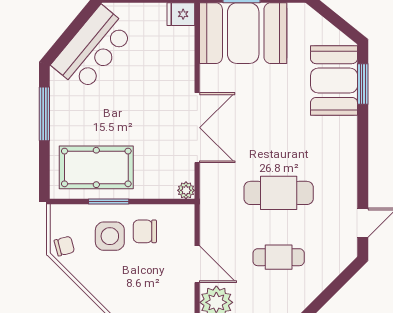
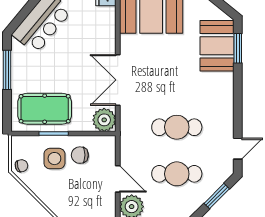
double door: (197, 128) -> (118, 80), swing flipped
plant: (186, 190) -> (104, 120), width x1.88, depth x1.88
cafe table: (279, 257) -> (177, 174), width x1.37, depth x1.35
window: (334, 288) -> (217, 196), added

